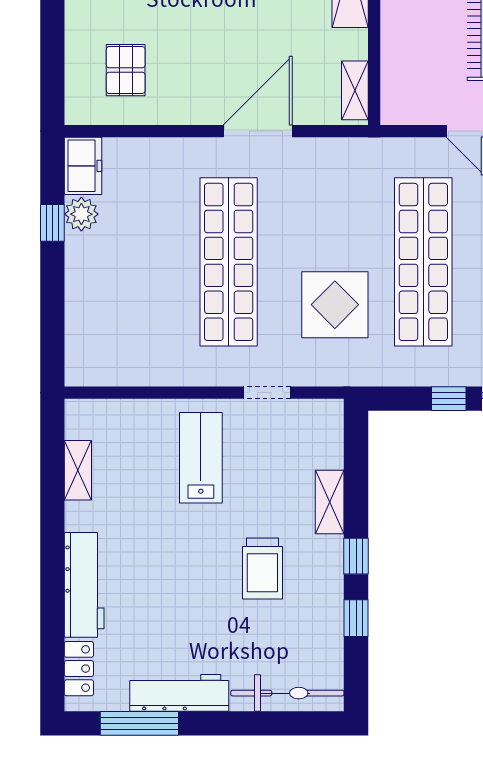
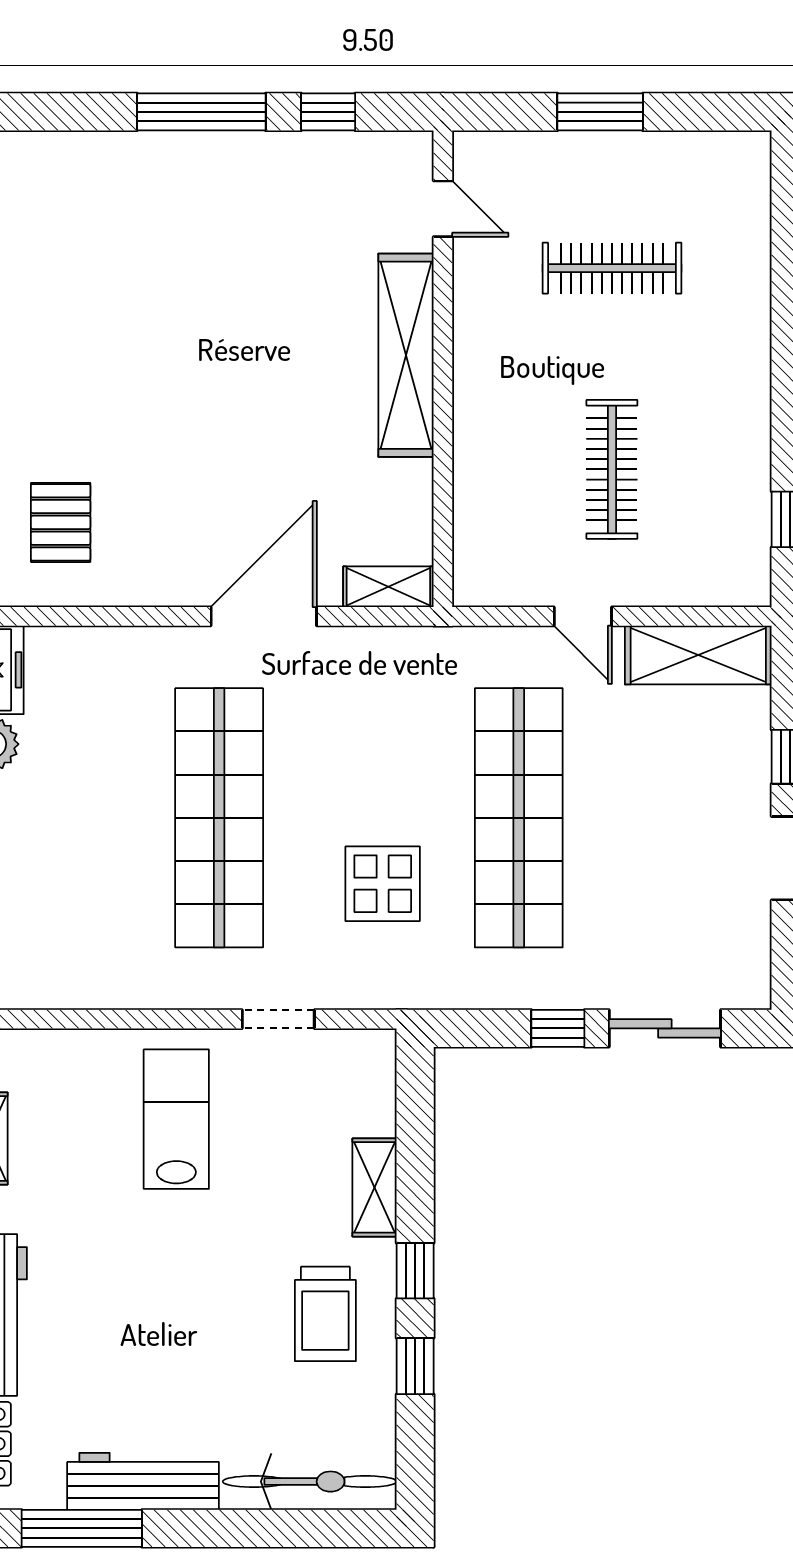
shelving: (355, 90) -> (388, 587), moved, turned 90
display table: (335, 305) -> (383, 884), width x0.73, depth x0.73
trolley: (262, 568) -> (325, 1314), moved

